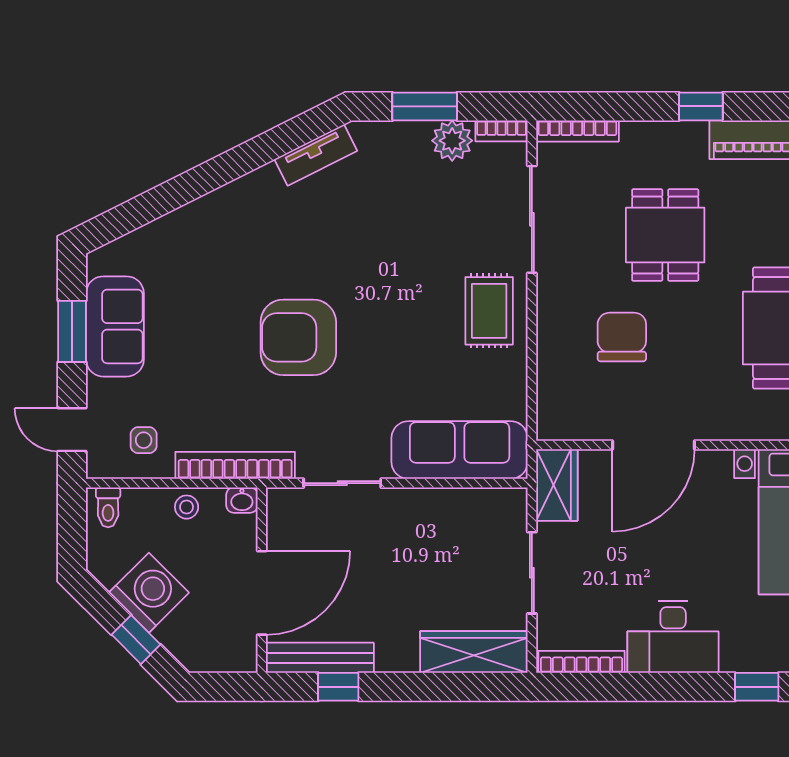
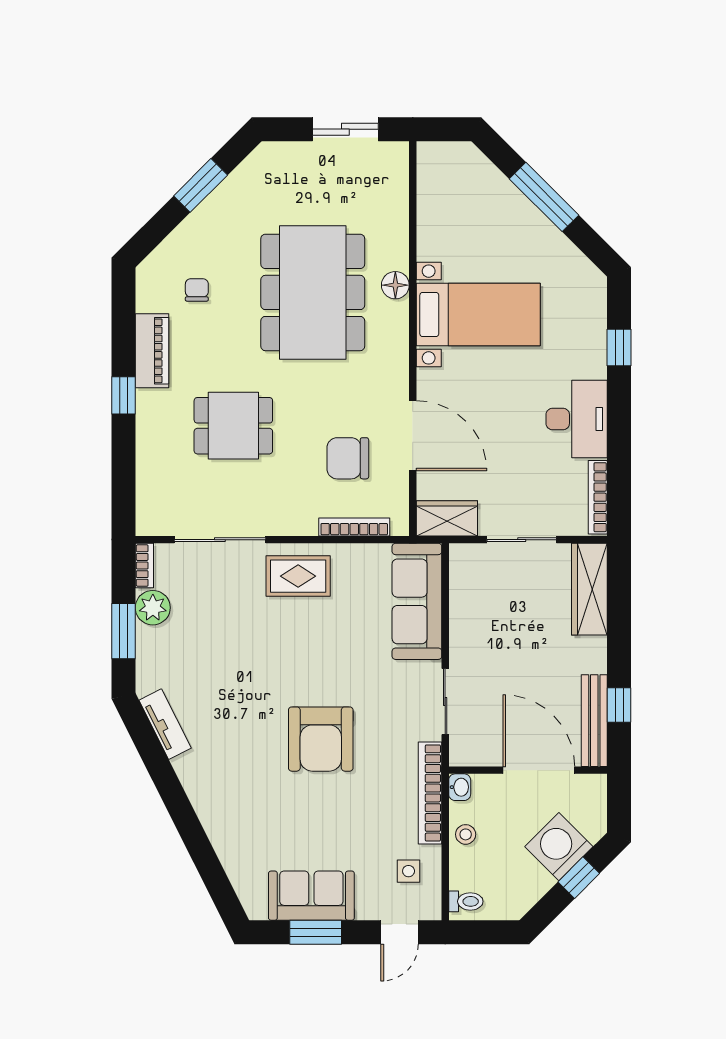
bookcase: (577, 131) -> (354, 527), moved, turned -90
chair: (622, 337) -> (348, 458), moved
washing machine: (149, 593) -> (559, 847), moved

